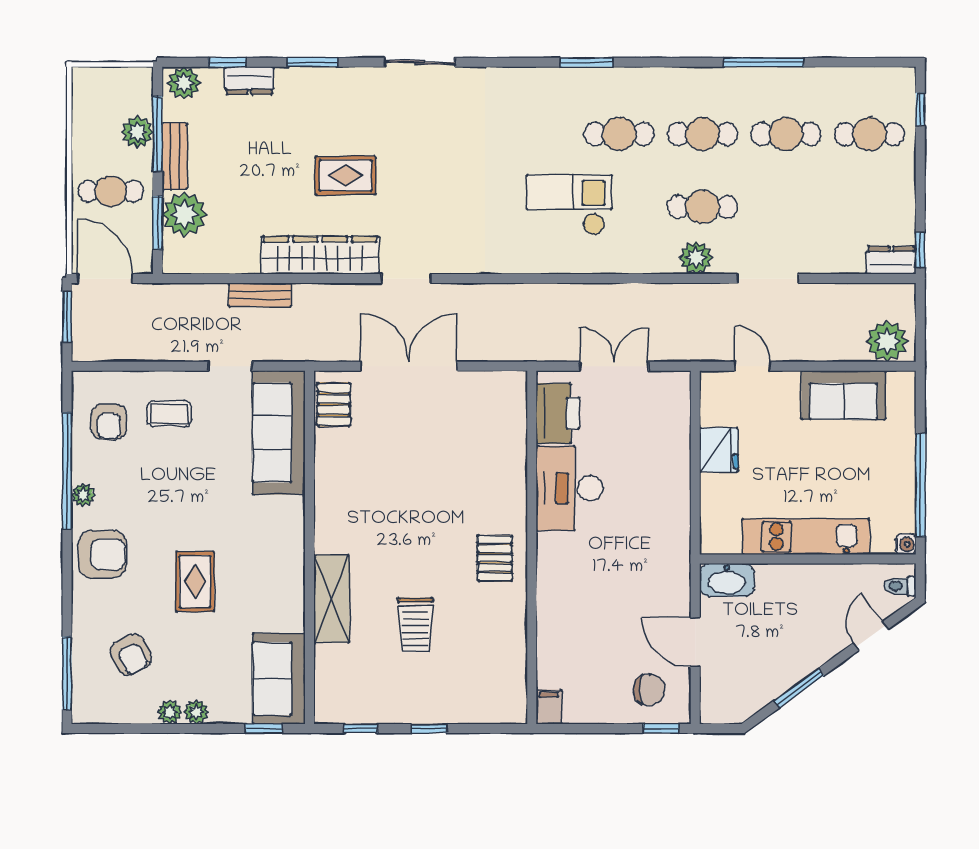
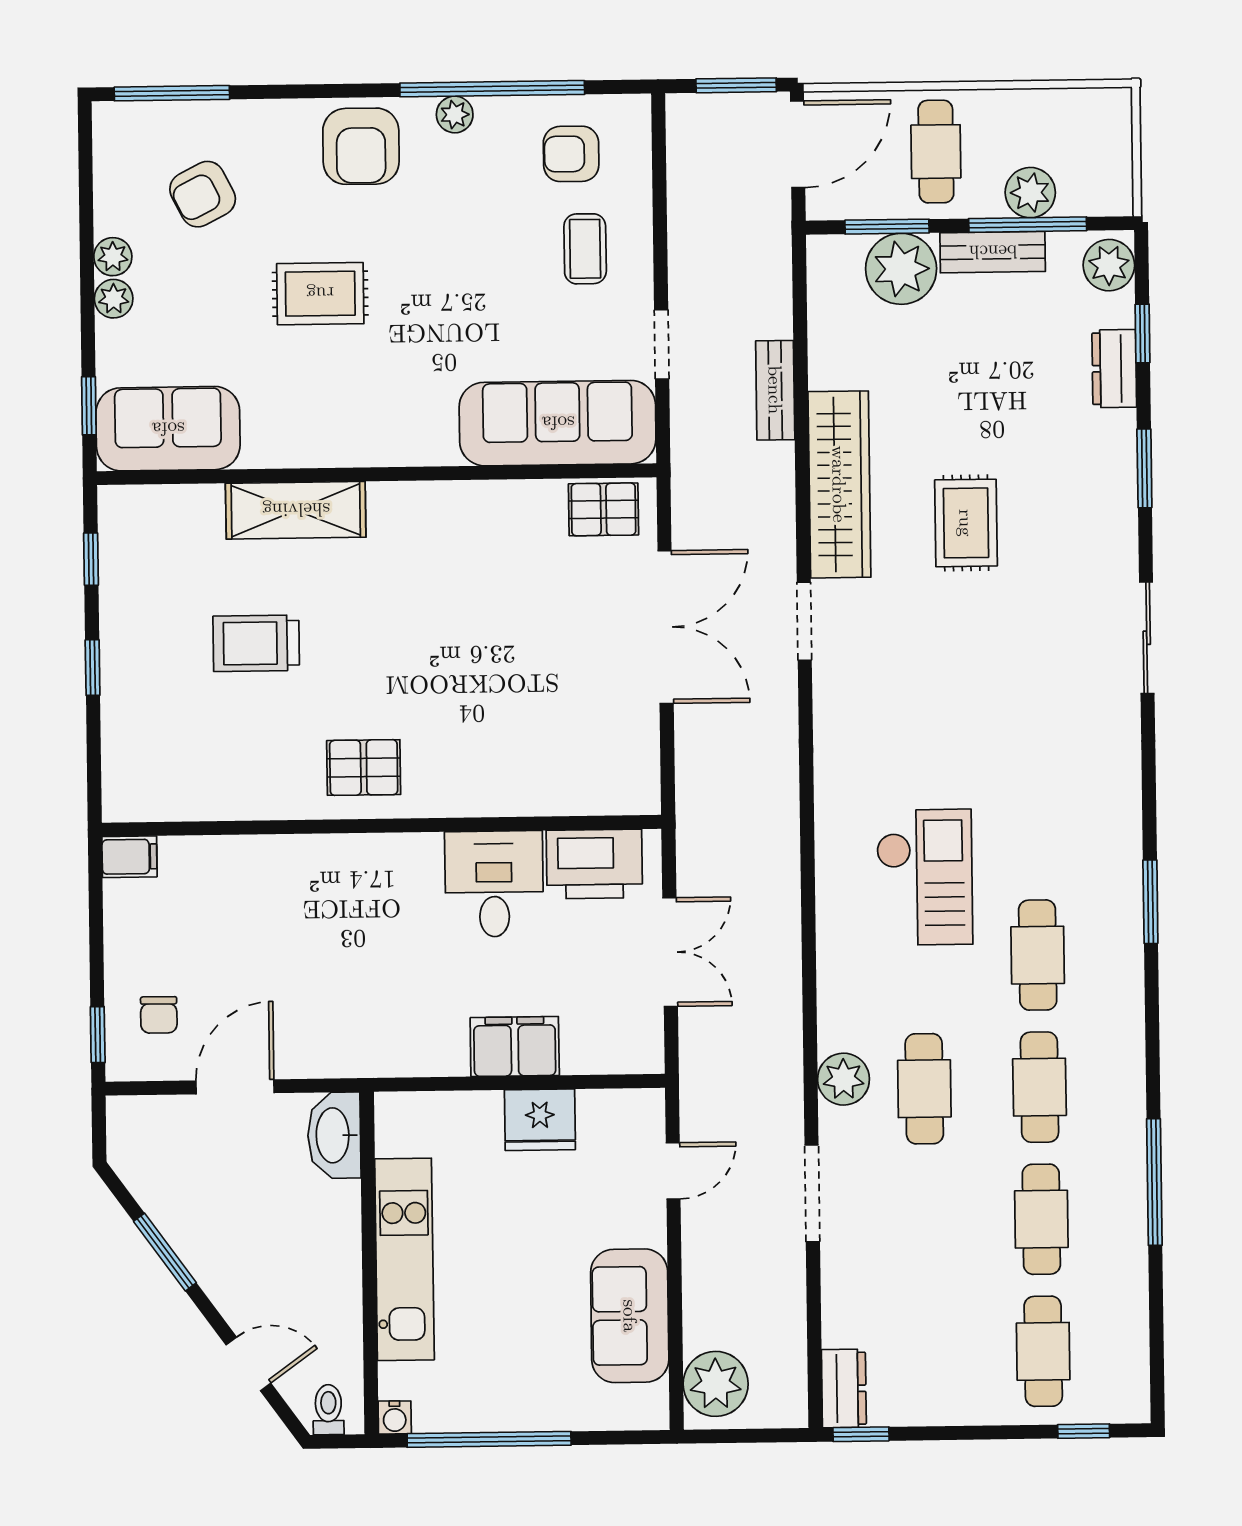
filing cabinet: (672, 465) -> (515, 1047), added
desk: (569, 488) -> (494, 884), width x0.73
chair: (649, 690) -> (159, 1015), width x0.73, depth x0.73

